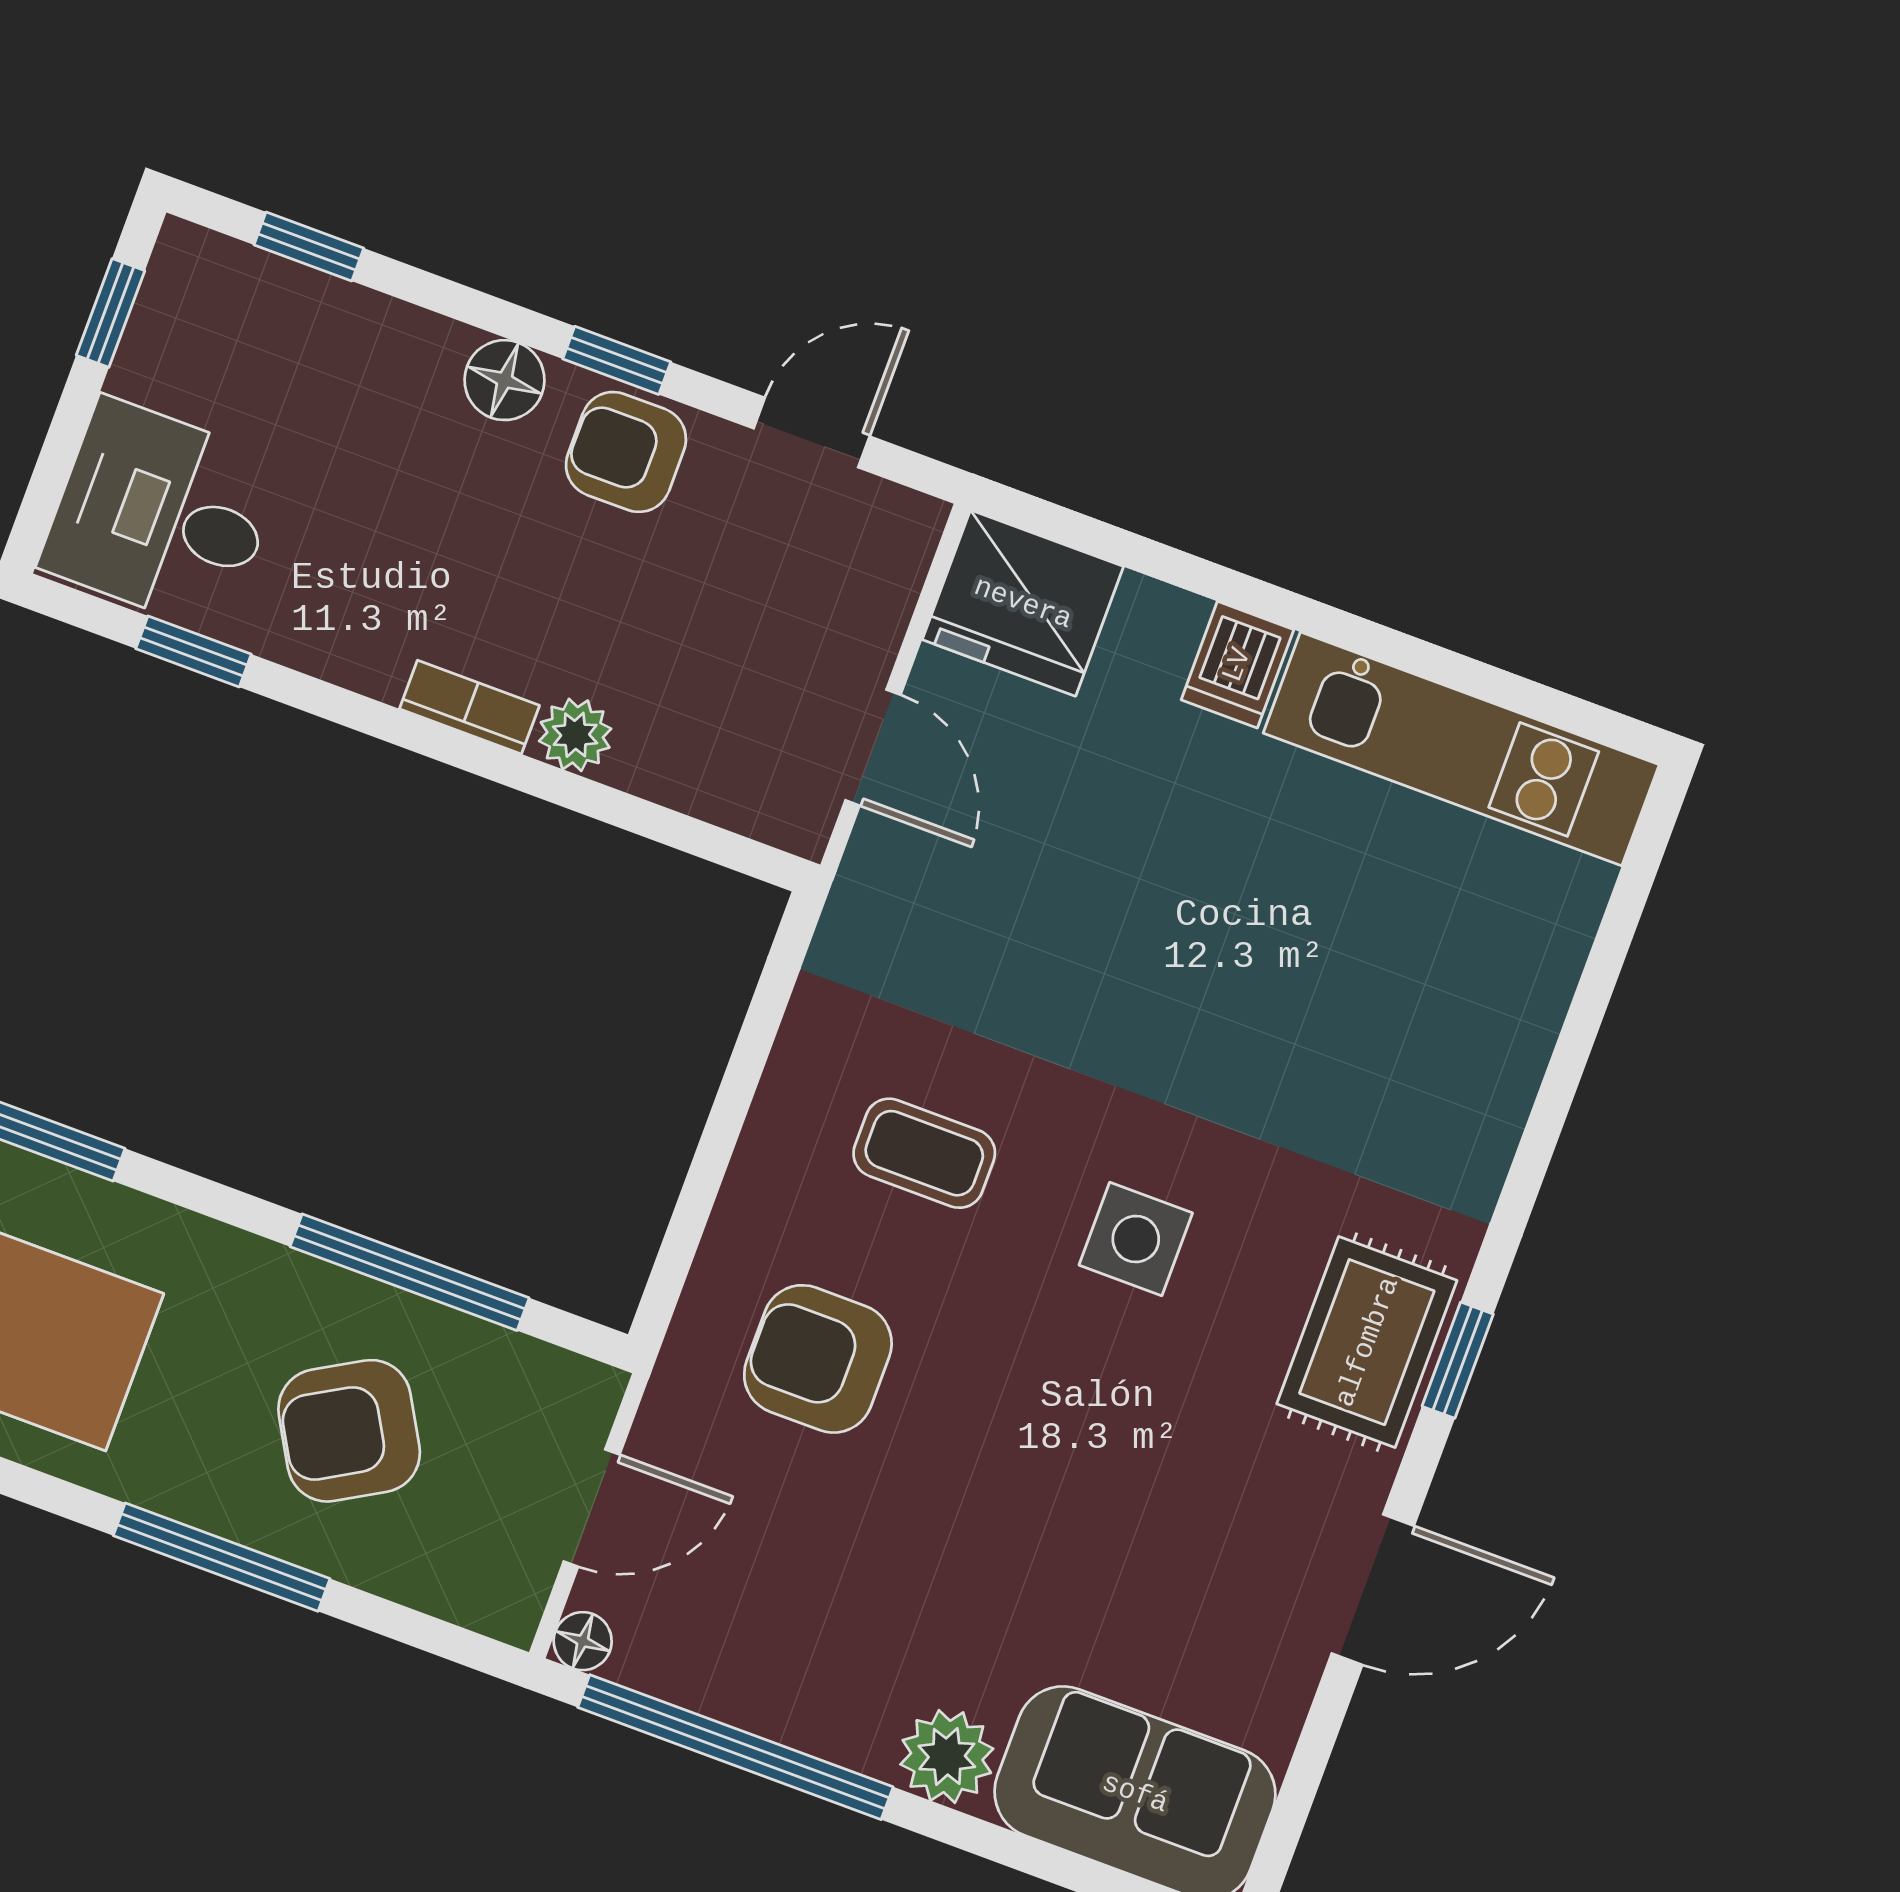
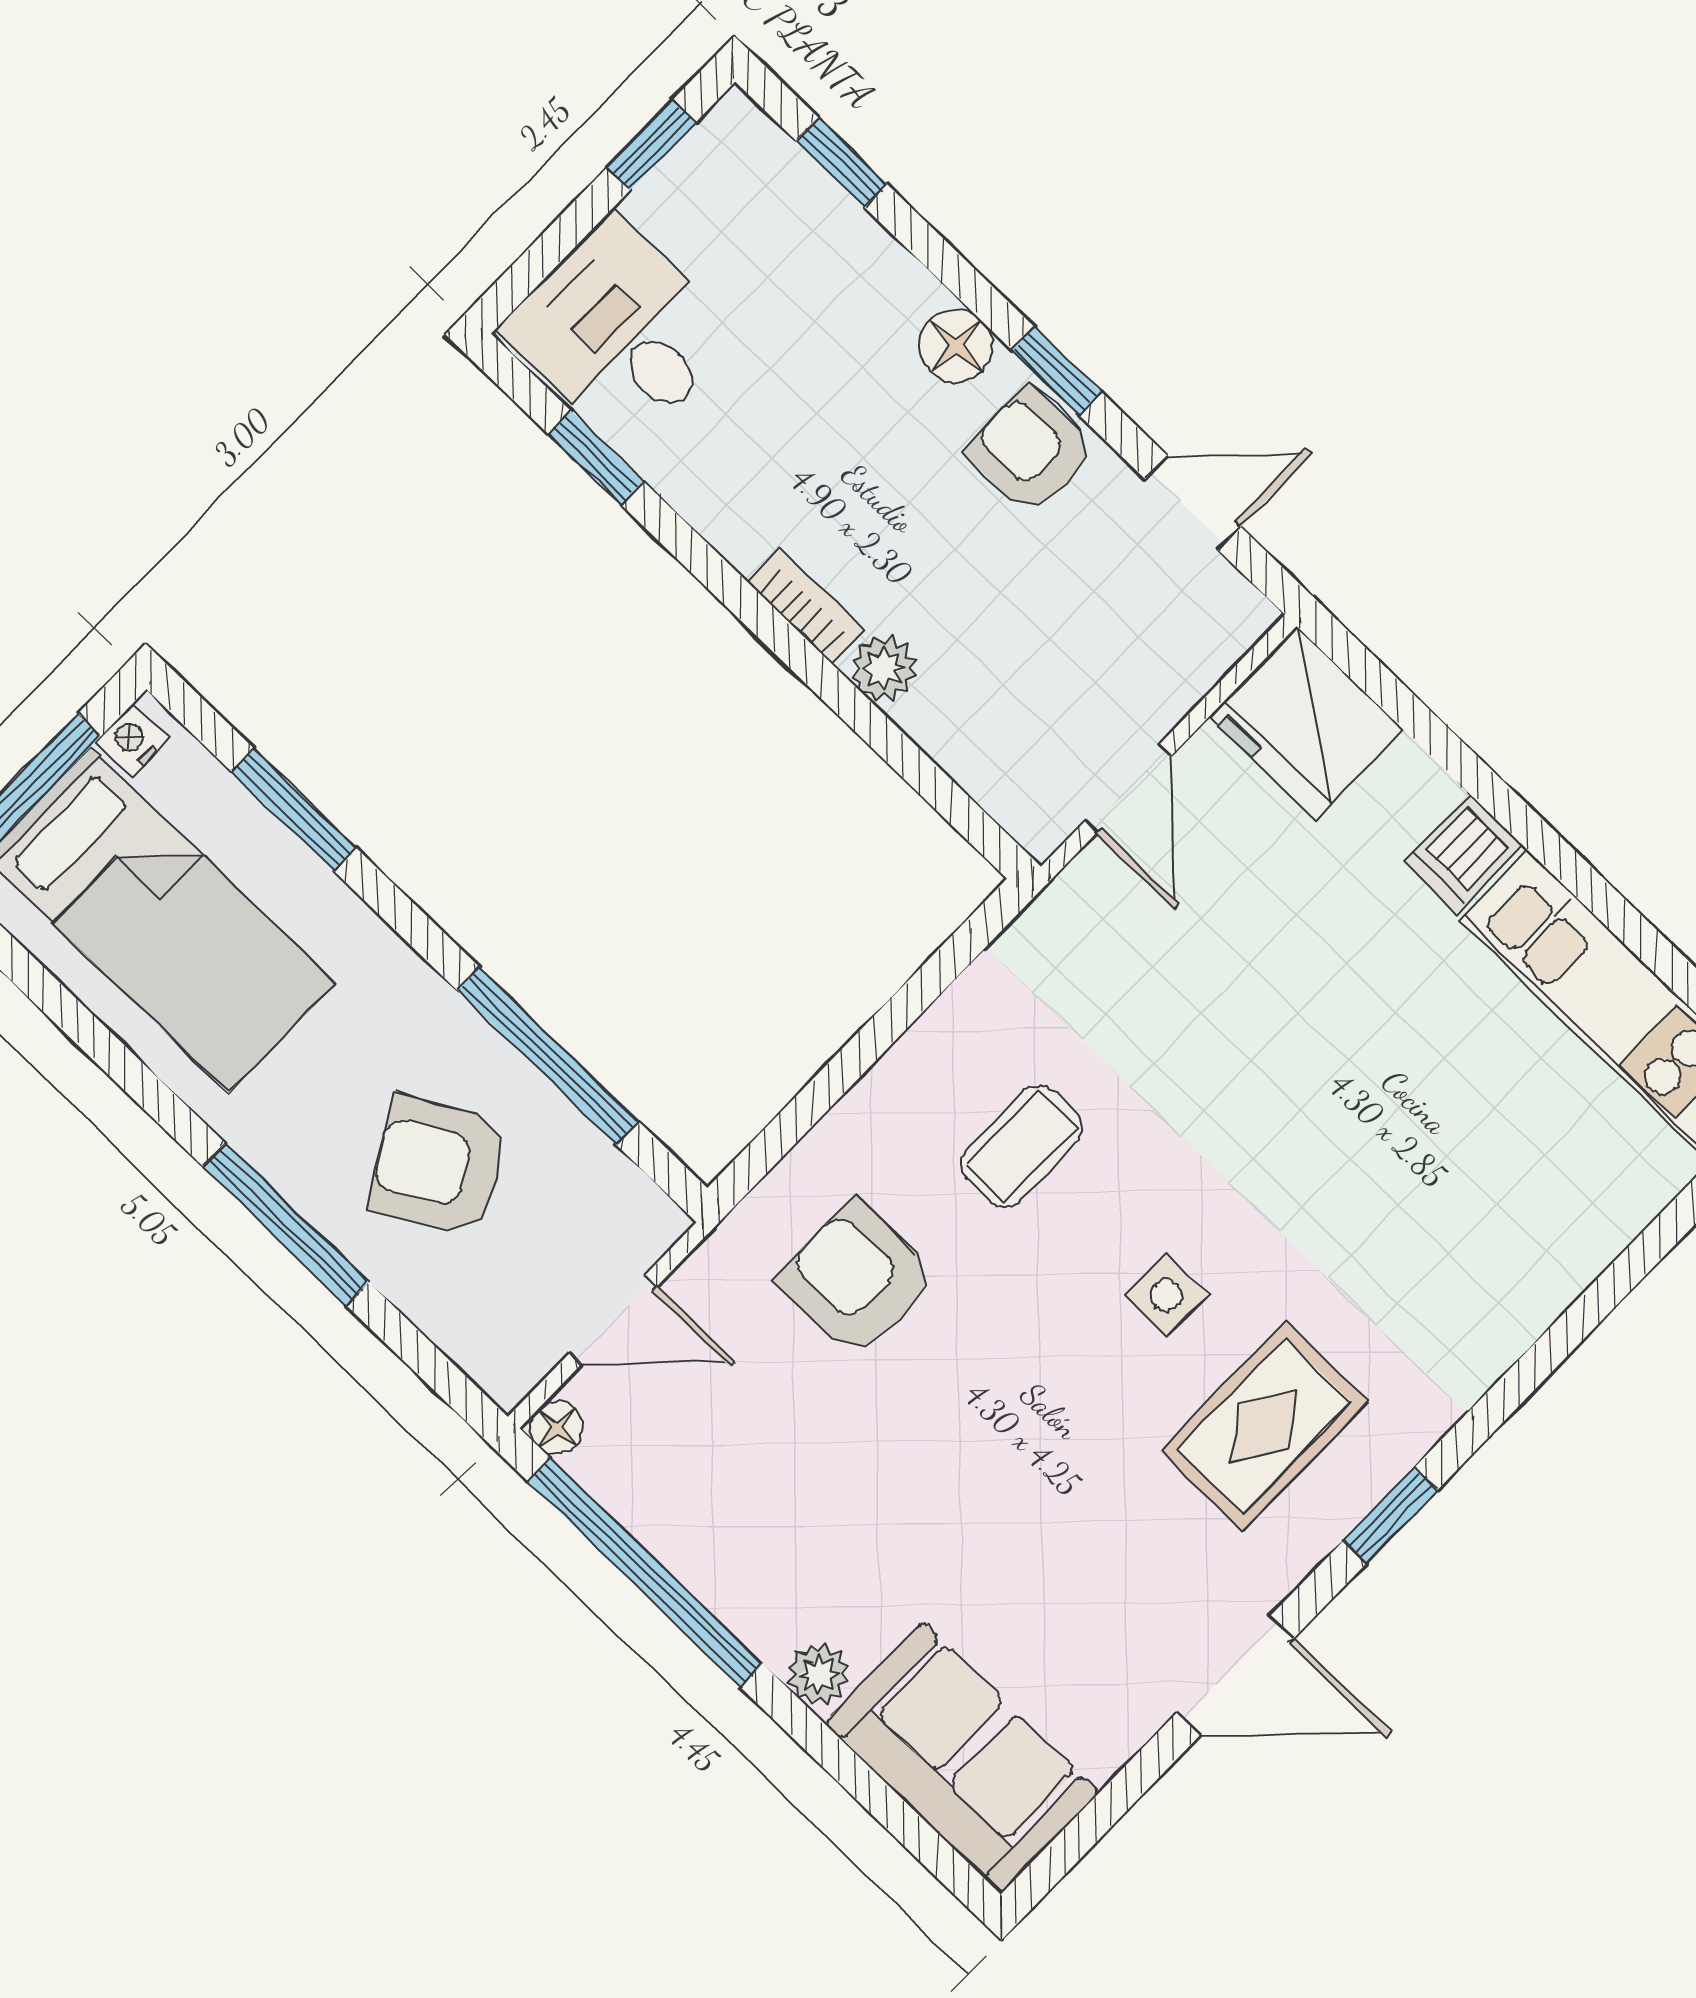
coffee table: (924, 1153) -> (1021, 1146), turned 90
side table: (1136, 1239) -> (1166, 1296), width x0.73, depth x0.73
rug: (1367, 1342) -> (1264, 1426), moved
plant: (947, 1756) -> (818, 1675), width x0.73, depth x0.73

